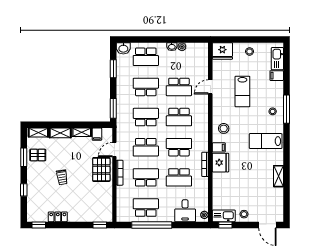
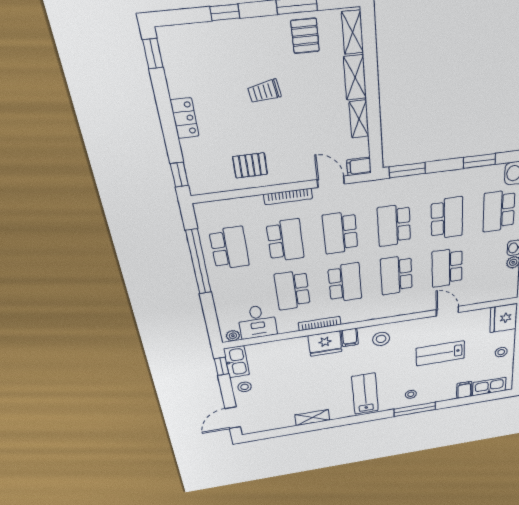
school desk: (146, 117) -> (394, 225), turned 180
filing cabinet: (97, 134) -> (359, 166), moved
pallet: (101, 169) -> (250, 165), moved, width x0.67, depth x0.71
desk: (185, 211) -> (257, 322), moved, turned -90
locker: (58, 217) -> (185, 118), moved

